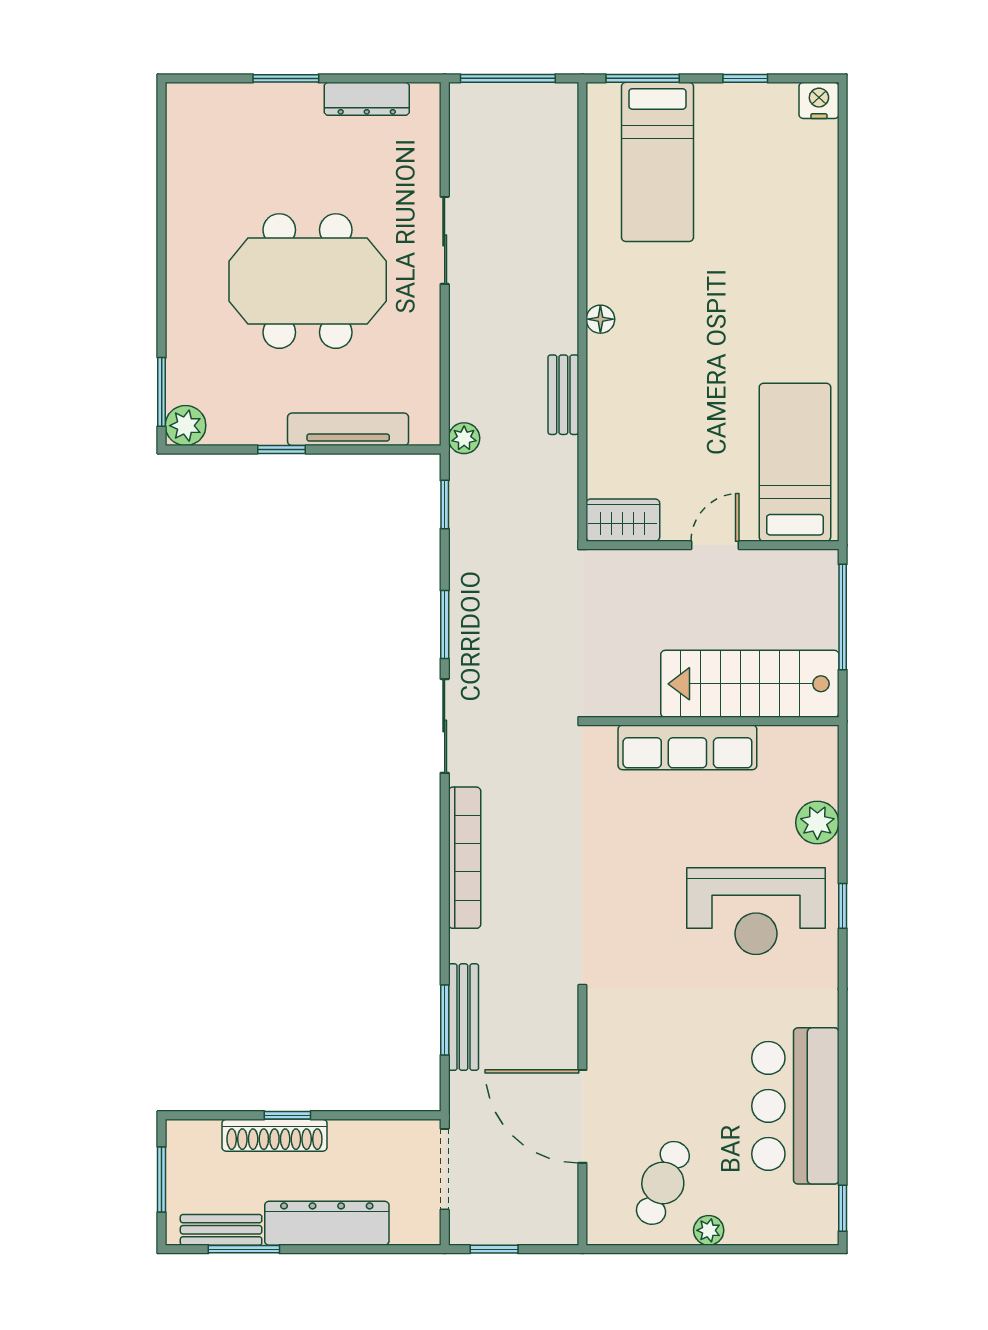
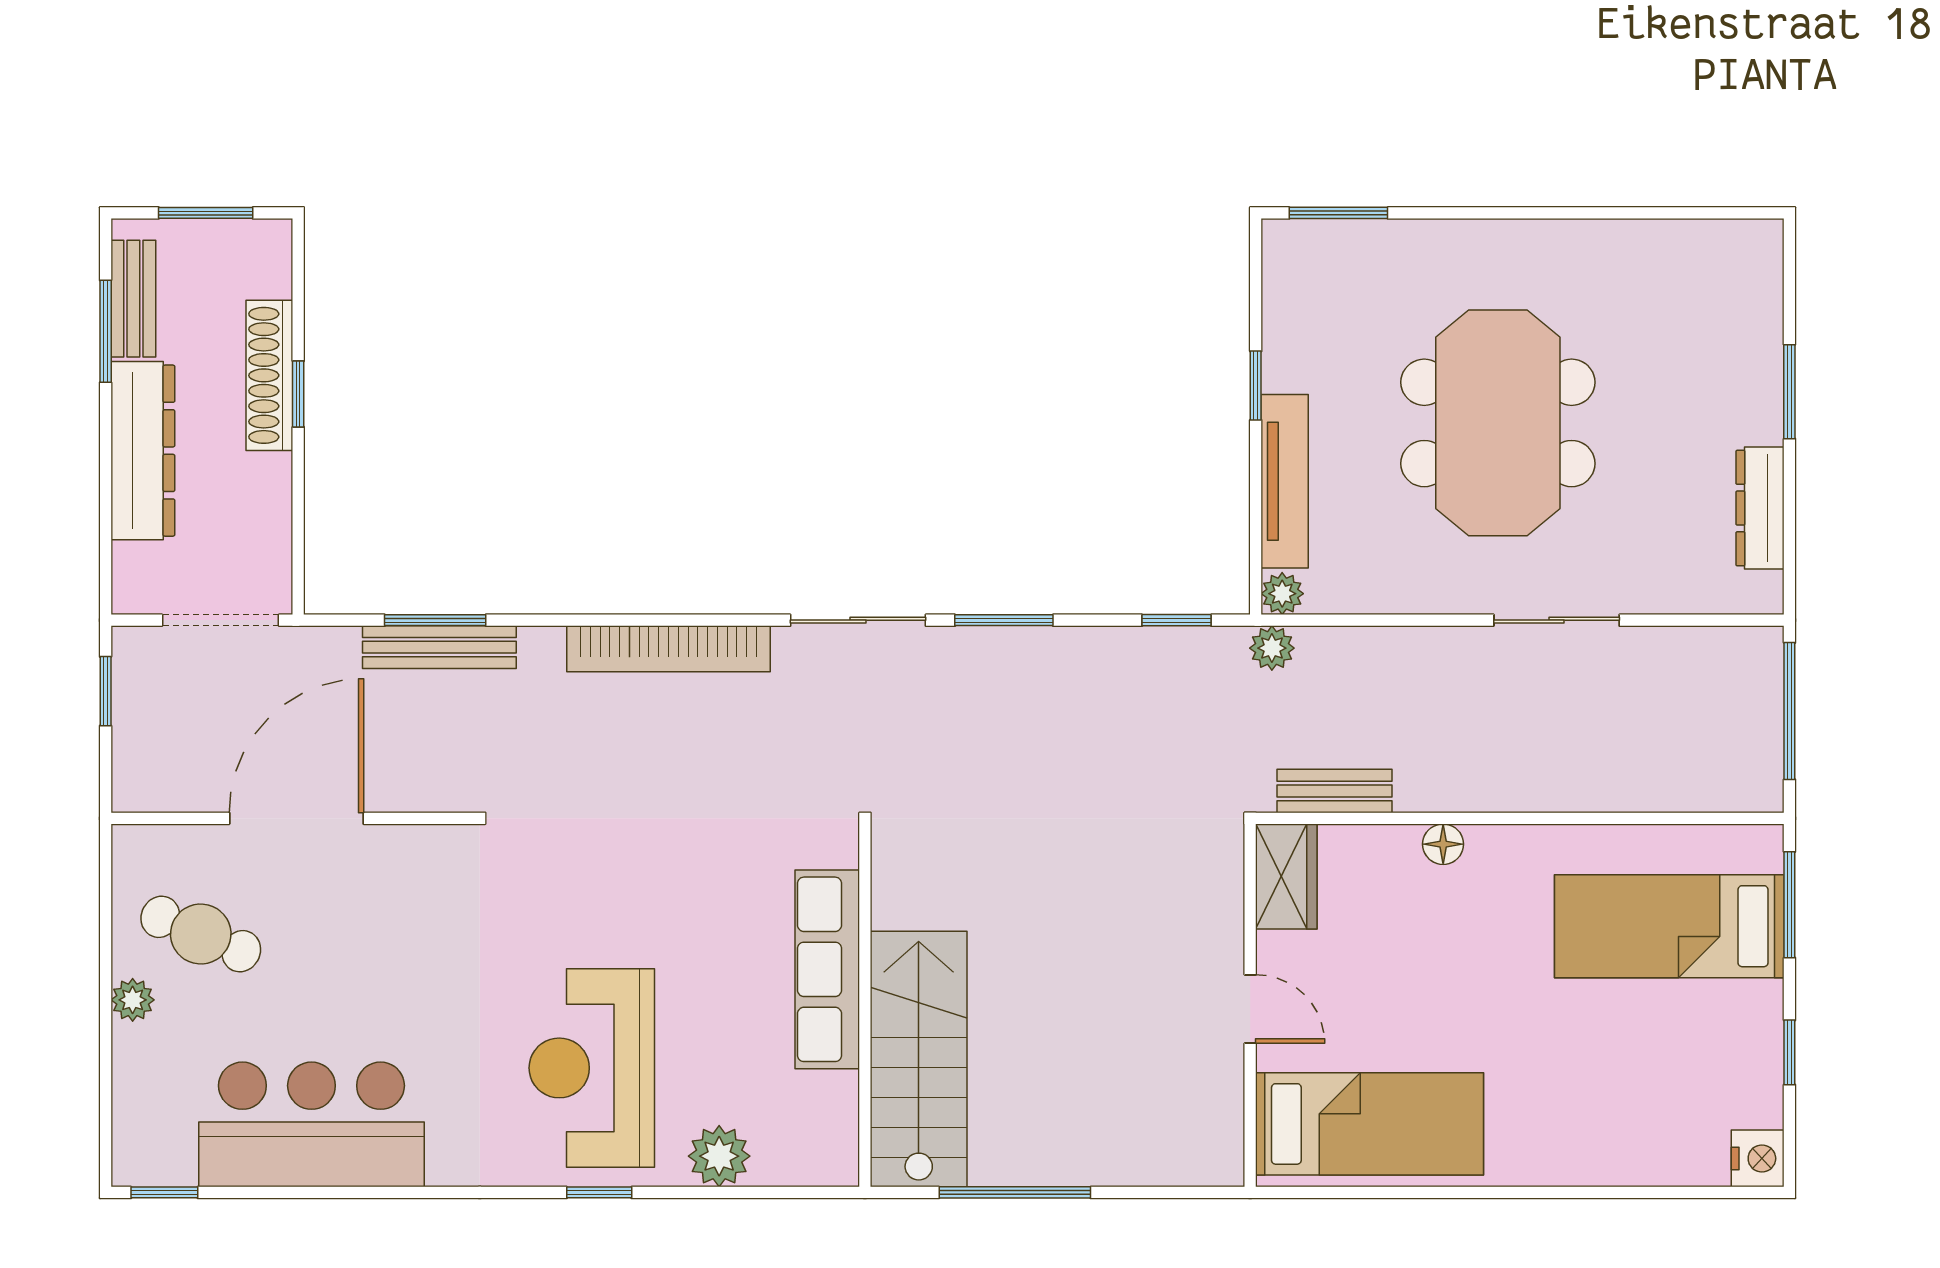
plant: (186, 426) -> (1282, 594), moved, width x0.73, depth x0.73
bed: (795, 462) -> (1369, 1124), moved
wardrobe: (623, 520) -> (1286, 876), moved
wall: (712, 545) -> (1250, 1005), moved
door: (715, 545) -> (1250, 1009), moved

